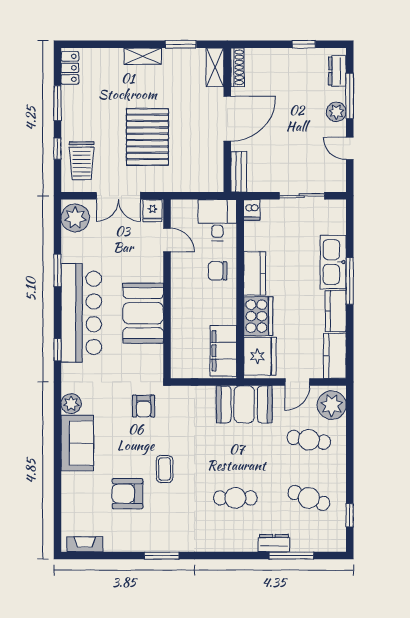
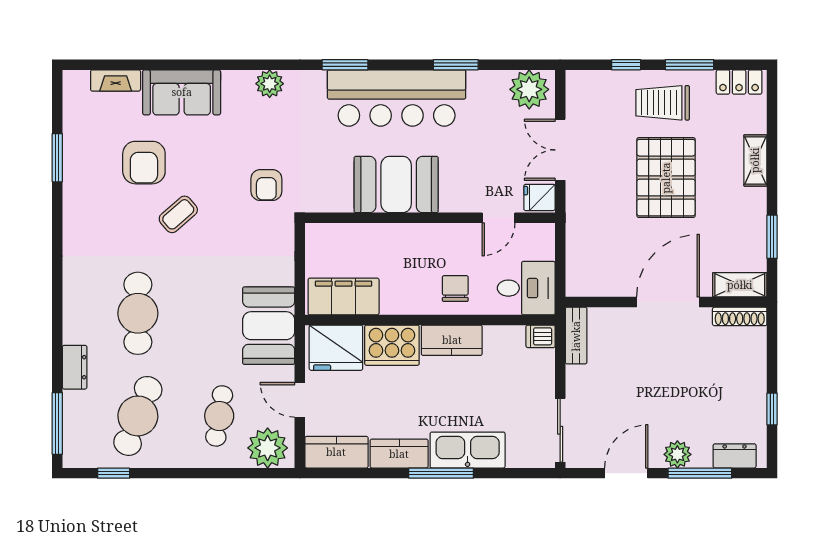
shelving: (143, 56) -> (755, 160), moved
door: (227, 119) -> (668, 302), swing flipped
pallet: (147, 137) -> (666, 178), moved, turned 90
door: (350, 148) -> (626, 473), width x1.38
trolley: (82, 161) -> (663, 103), moved
bench: (239, 172) -> (576, 336), moved, turned 90
sliding door: (302, 196) -> (560, 430), moved
window: (57, 350) -> (345, 65), width x1.50
armchair: (144, 406) -> (266, 185), turned -90
sofa: (77, 443) -> (182, 92), moved
coffee table: (165, 469) -> (178, 214), turned -41
armchair: (127, 494) -> (144, 163), turned 180
cafe table: (235, 498) -> (138, 313), width x1.37, depth x1.35
cafe table: (309, 498) -> (138, 416), width x1.37, depth x1.35
fireplace: (85, 544) -> (116, 80), moved, turned 90
window: (162, 556) -> (57, 158), moved
window: (291, 556) -> (57, 423), moved

